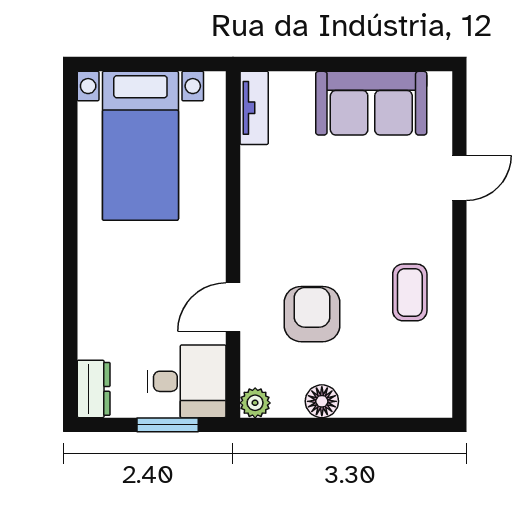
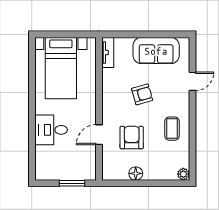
armchair: (337, 210) -> (142, 94), added
desk: (187, 381) -> (51, 130), moved, turned 180
dresser: (94, 389) -> (42, 168), removed
plant: (255, 403) -> (183, 174), moved

